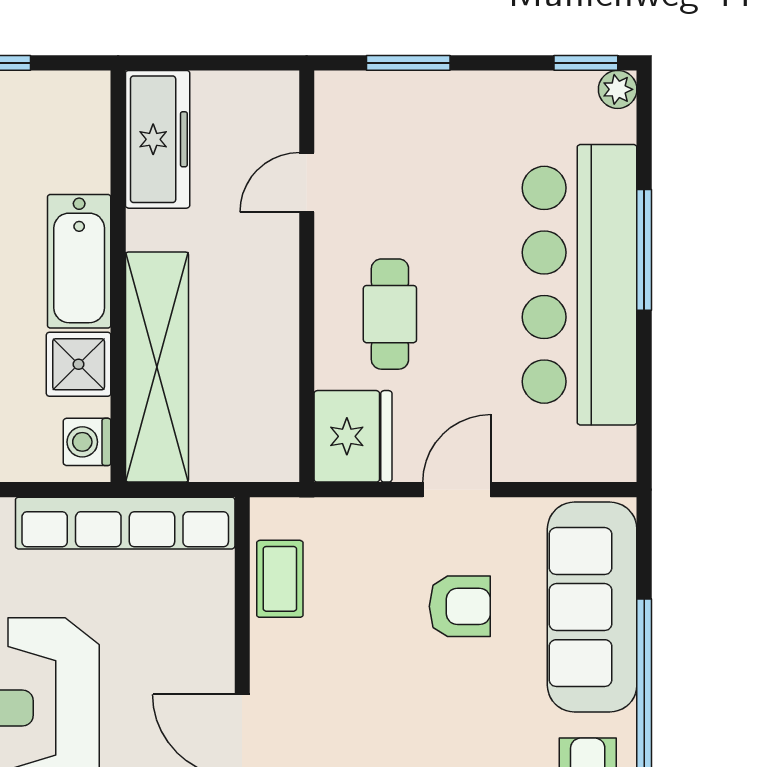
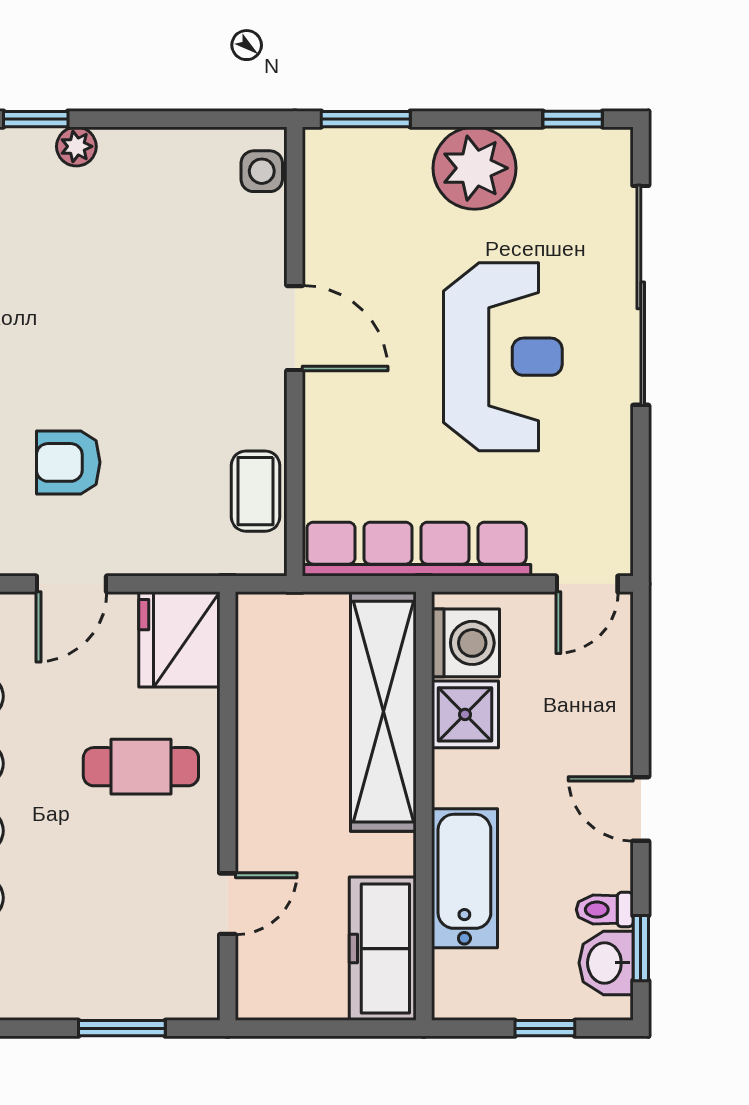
bathtub: (79, 261) -> (464, 878), moved
cafe table: (390, 314) -> (141, 767), turned 90
washing machine: (87, 442) -> (466, 643), width x1.38, depth x1.38

